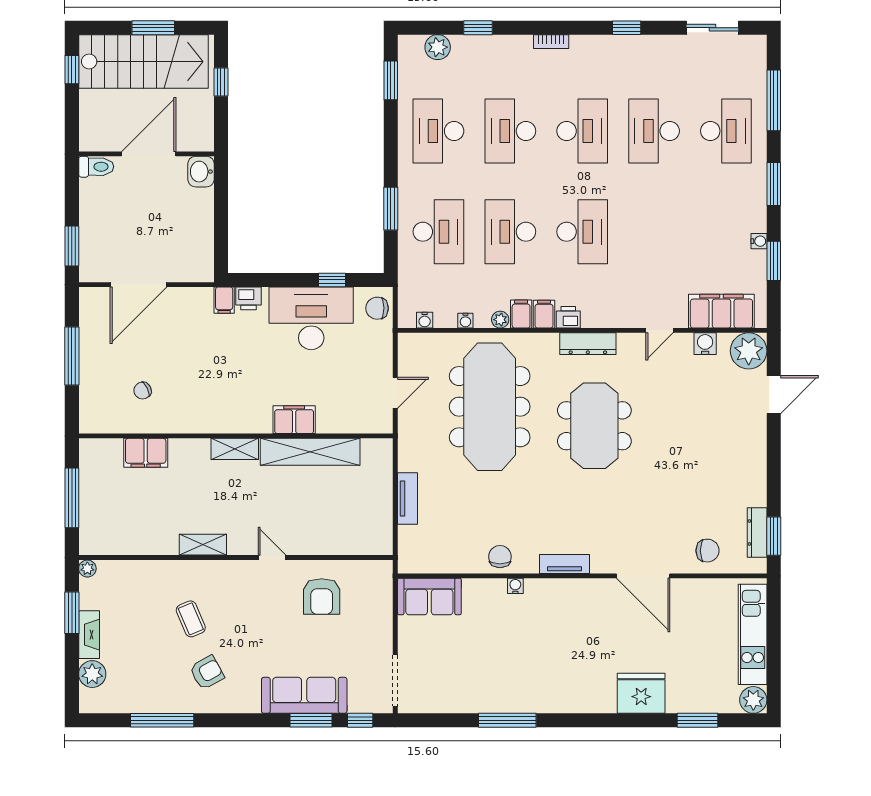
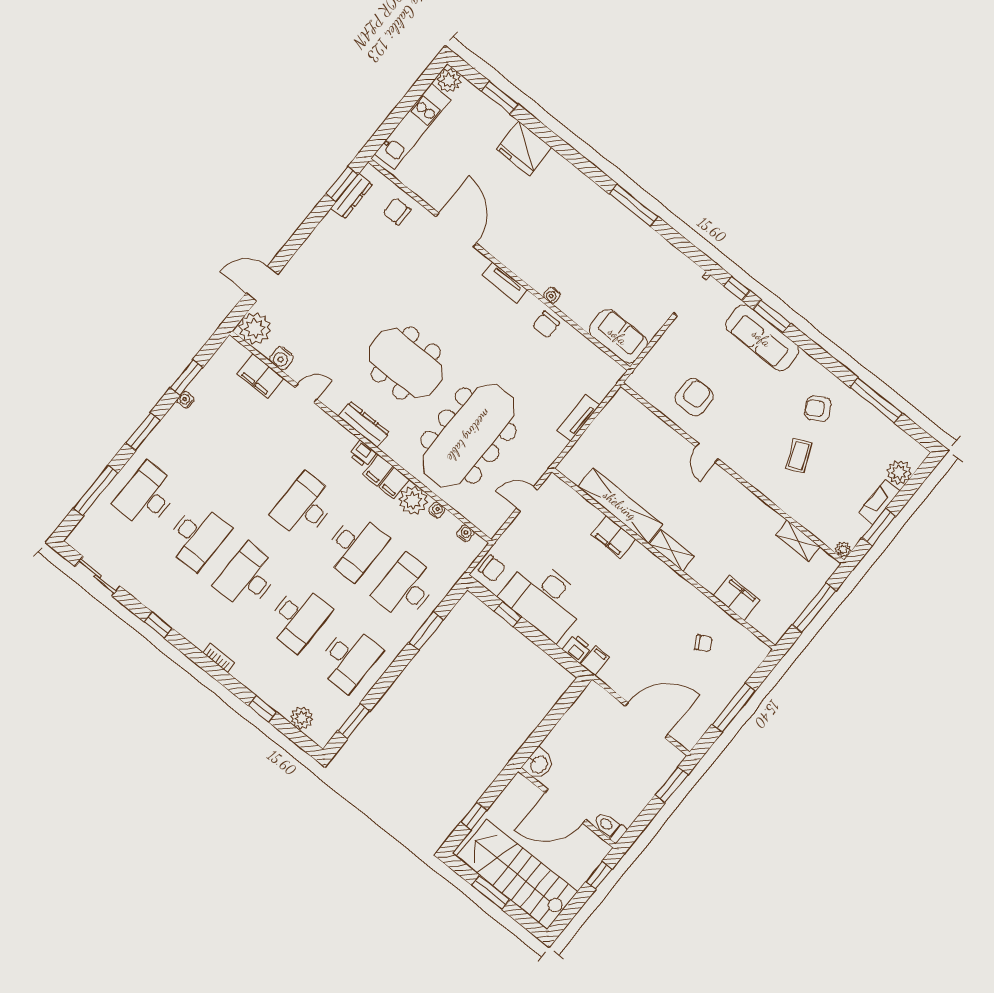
window: (72, 70) -> (599, 875), moved
filing cabinet: (721, 311) -> (261, 376), width x0.67, depth x0.86
plant: (500, 320) -> (413, 500), width x1.88, depth x1.88
meeting table: (594, 426) -> (406, 363), turned 90
shelving: (203, 545) -> (798, 541), moved

